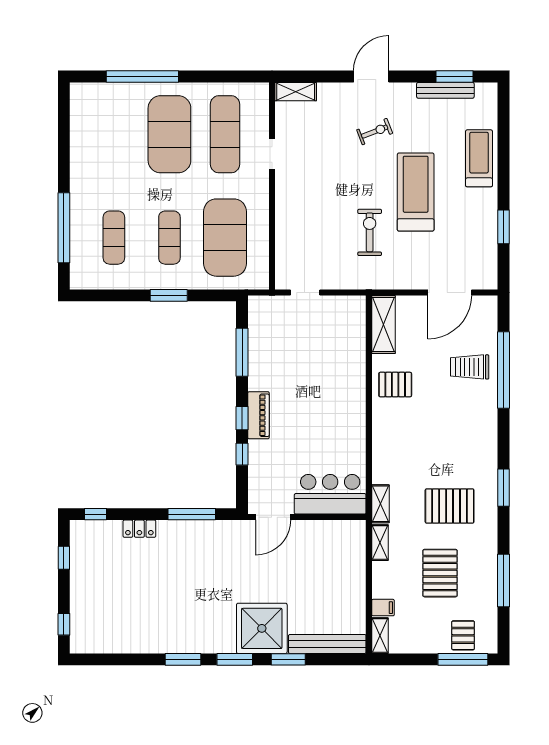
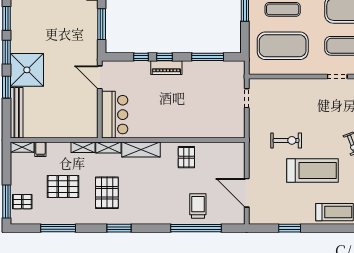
shelving: (383, 325) -> (141, 150), moved

